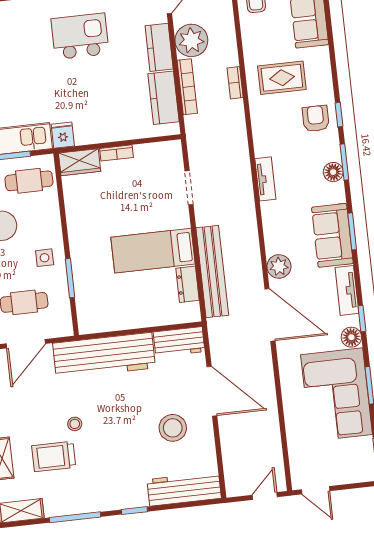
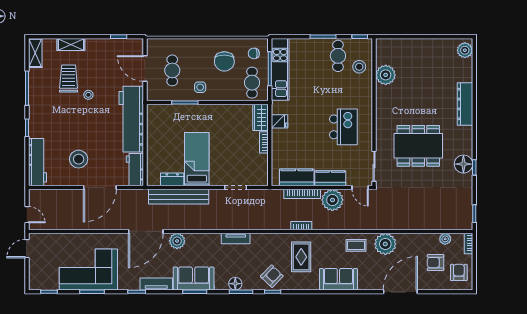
armchair: (316, 118) -> (272, 276), turned -46
fridge: (63, 135) -> (280, 121), moved
floor lamp: (351, 337) -> (125, 283), removed

